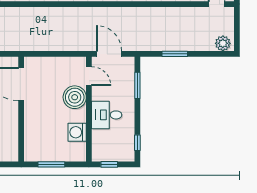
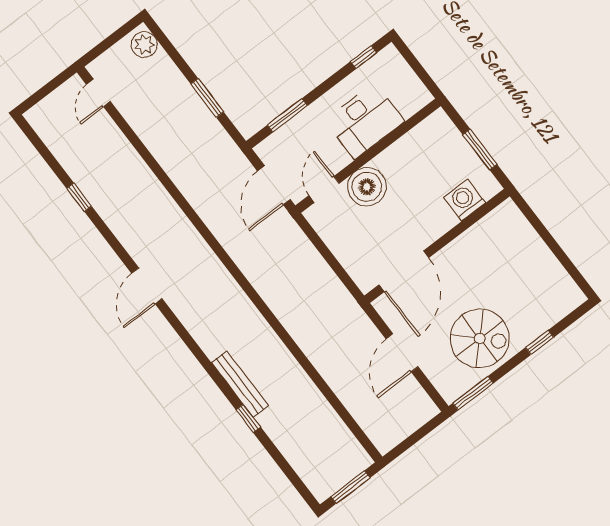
desk: (107, 115) -> (365, 121), width x1.37
washing machine: (77, 132) -> (464, 200), moved, turned 180
window: (109, 164) -> (421, 72), removed

